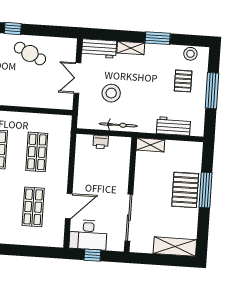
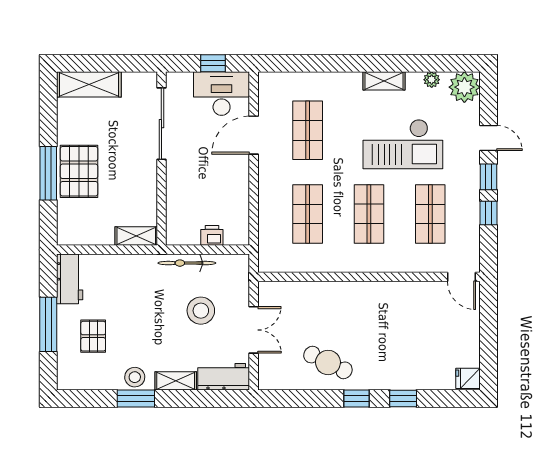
stool: (190, 54) -> (135, 377), moved
workbench: (173, 126) -> (70, 279), moved, turned -90

